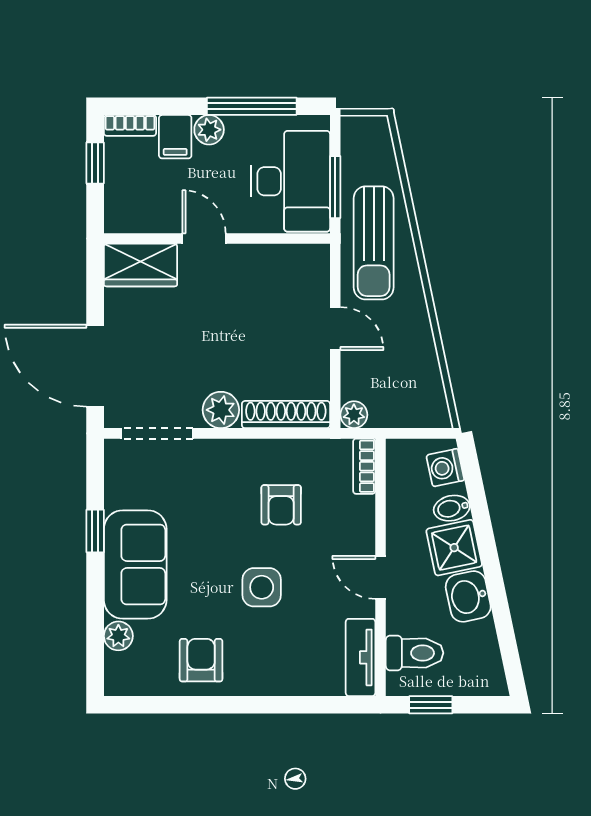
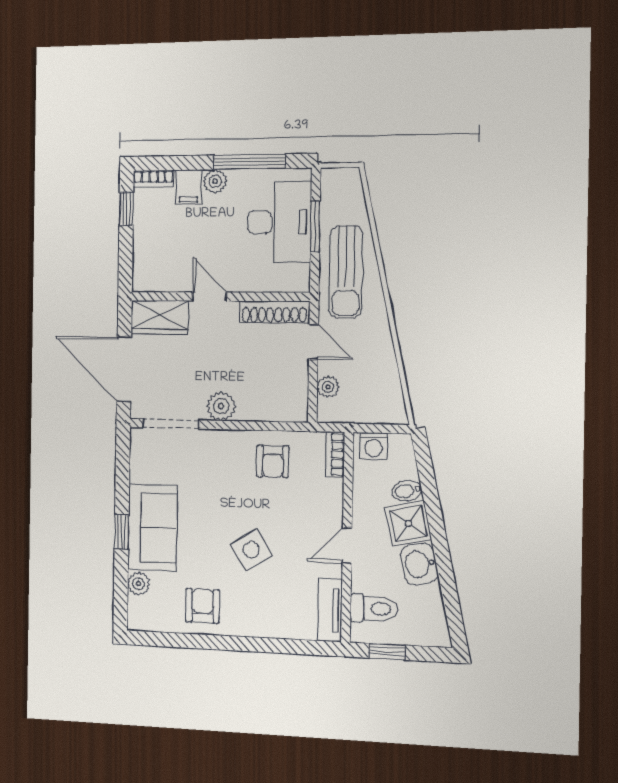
door: (204, 238) -> (210, 297), moved
wall: (217, 238) -> (220, 297), moved
wardrobe: (141, 265) -> (160, 317), moved
shoe rack: (286, 415) -> (274, 312), moved, turned 180
plant: (354, 415) -> (328, 387), moved
washing machine: (445, 468) -> (373, 446), moved, turned -78
armchair: (281, 505) -> (273, 461), moved
window: (95, 531) -> (122, 532), moved
door: (380, 577) -> (347, 546), hinge flipped
side table: (262, 587) -> (251, 550), turned -32

